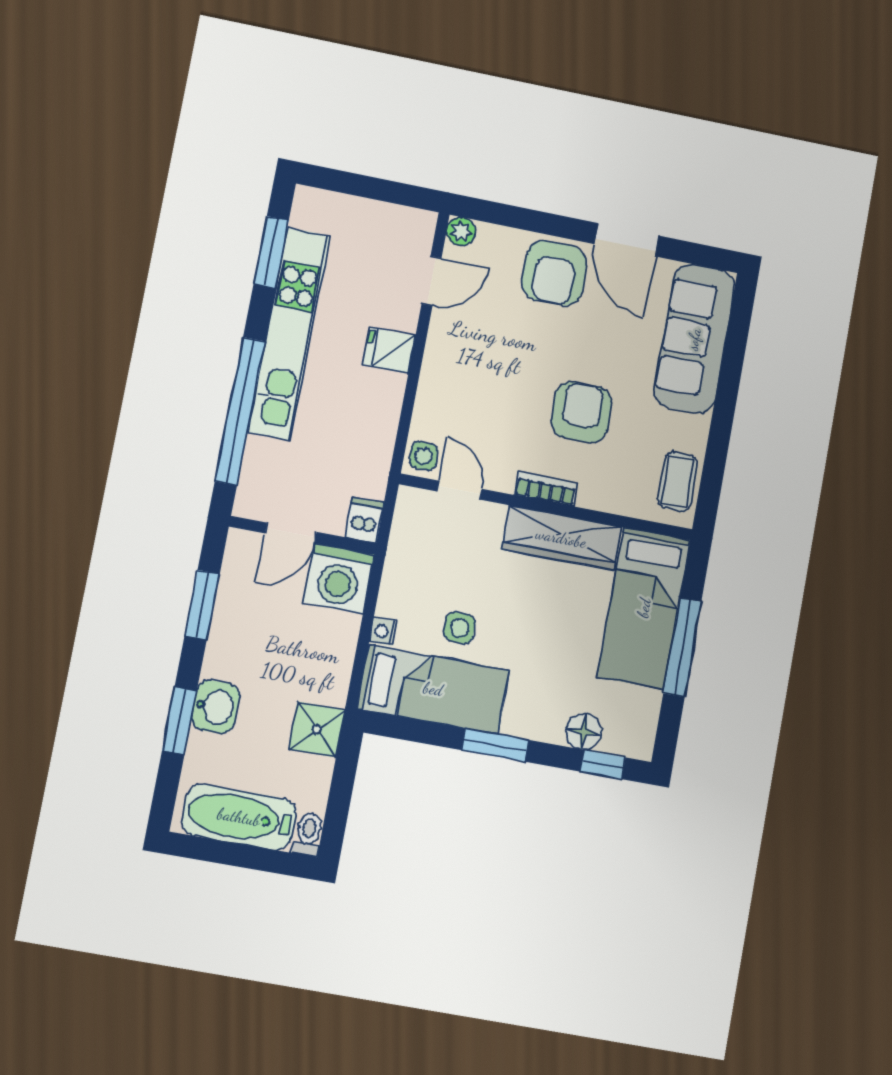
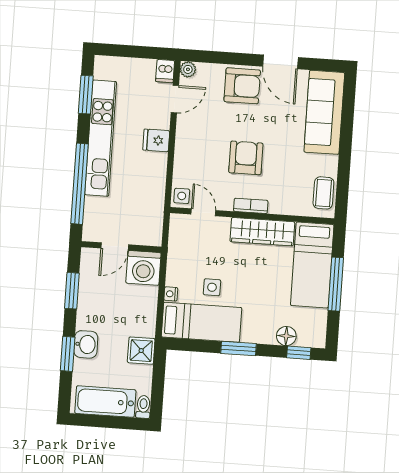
armchair: (554, 273) -> (242, 86), turned -90
armchair: (581, 412) -> (246, 158), moved
dishwasher: (365, 520) -> (165, 71), moved, turned 180

